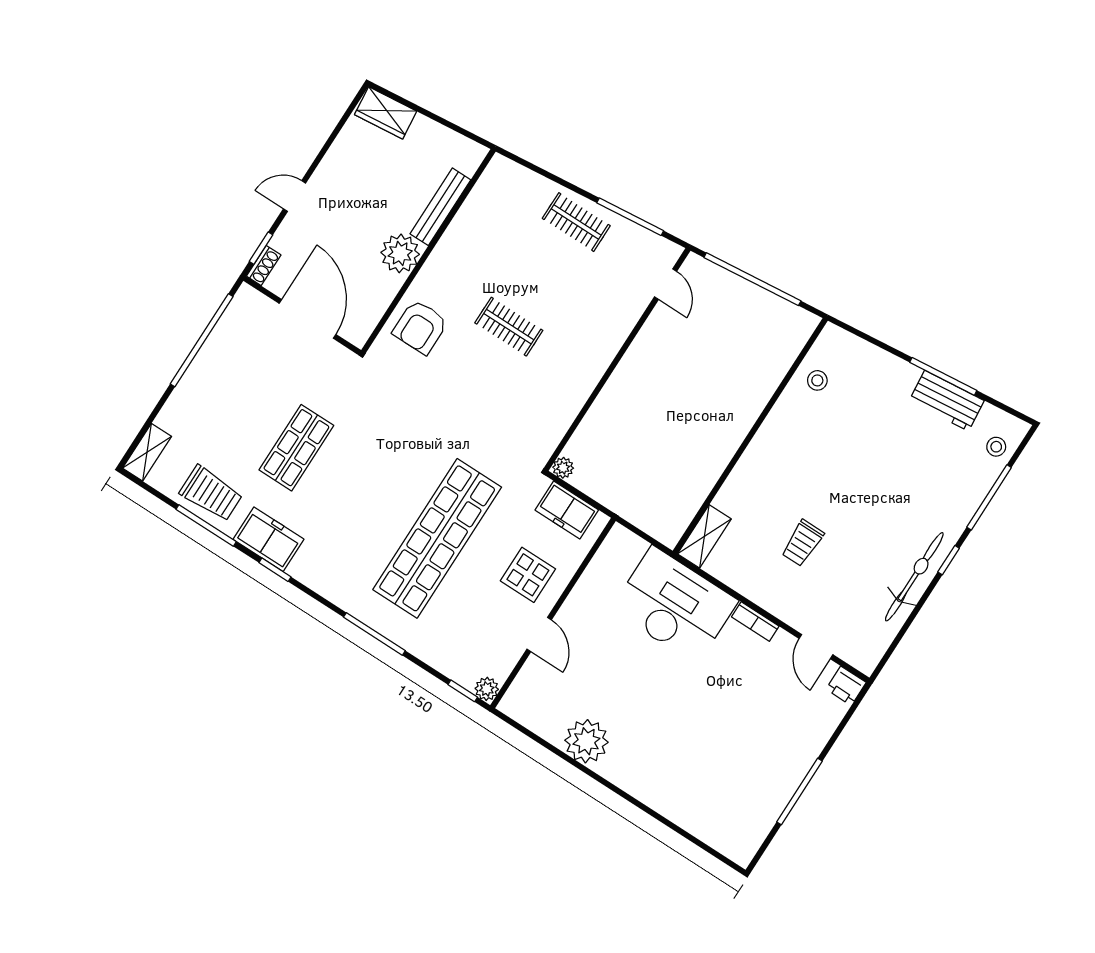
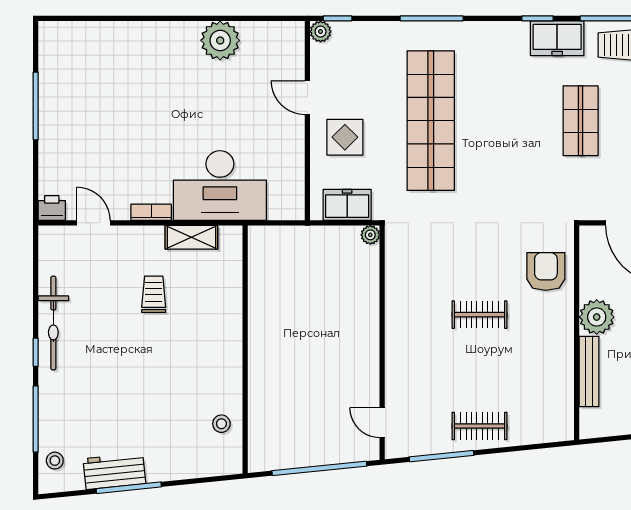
shelving: (704, 536) -> (191, 237), moved, turned 90

